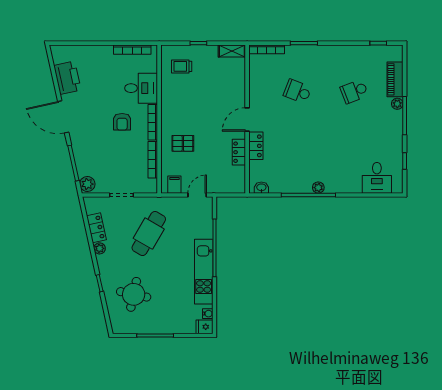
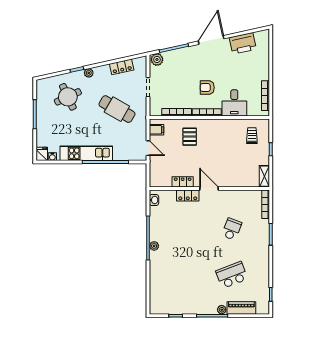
school desk: (354, 91) -> (232, 275), width x1.85
desk: (377, 178) -> (162, 293), removed
plant: (100, 248) -> (89, 73), moved
round table: (134, 294) -> (68, 97), turned -37

